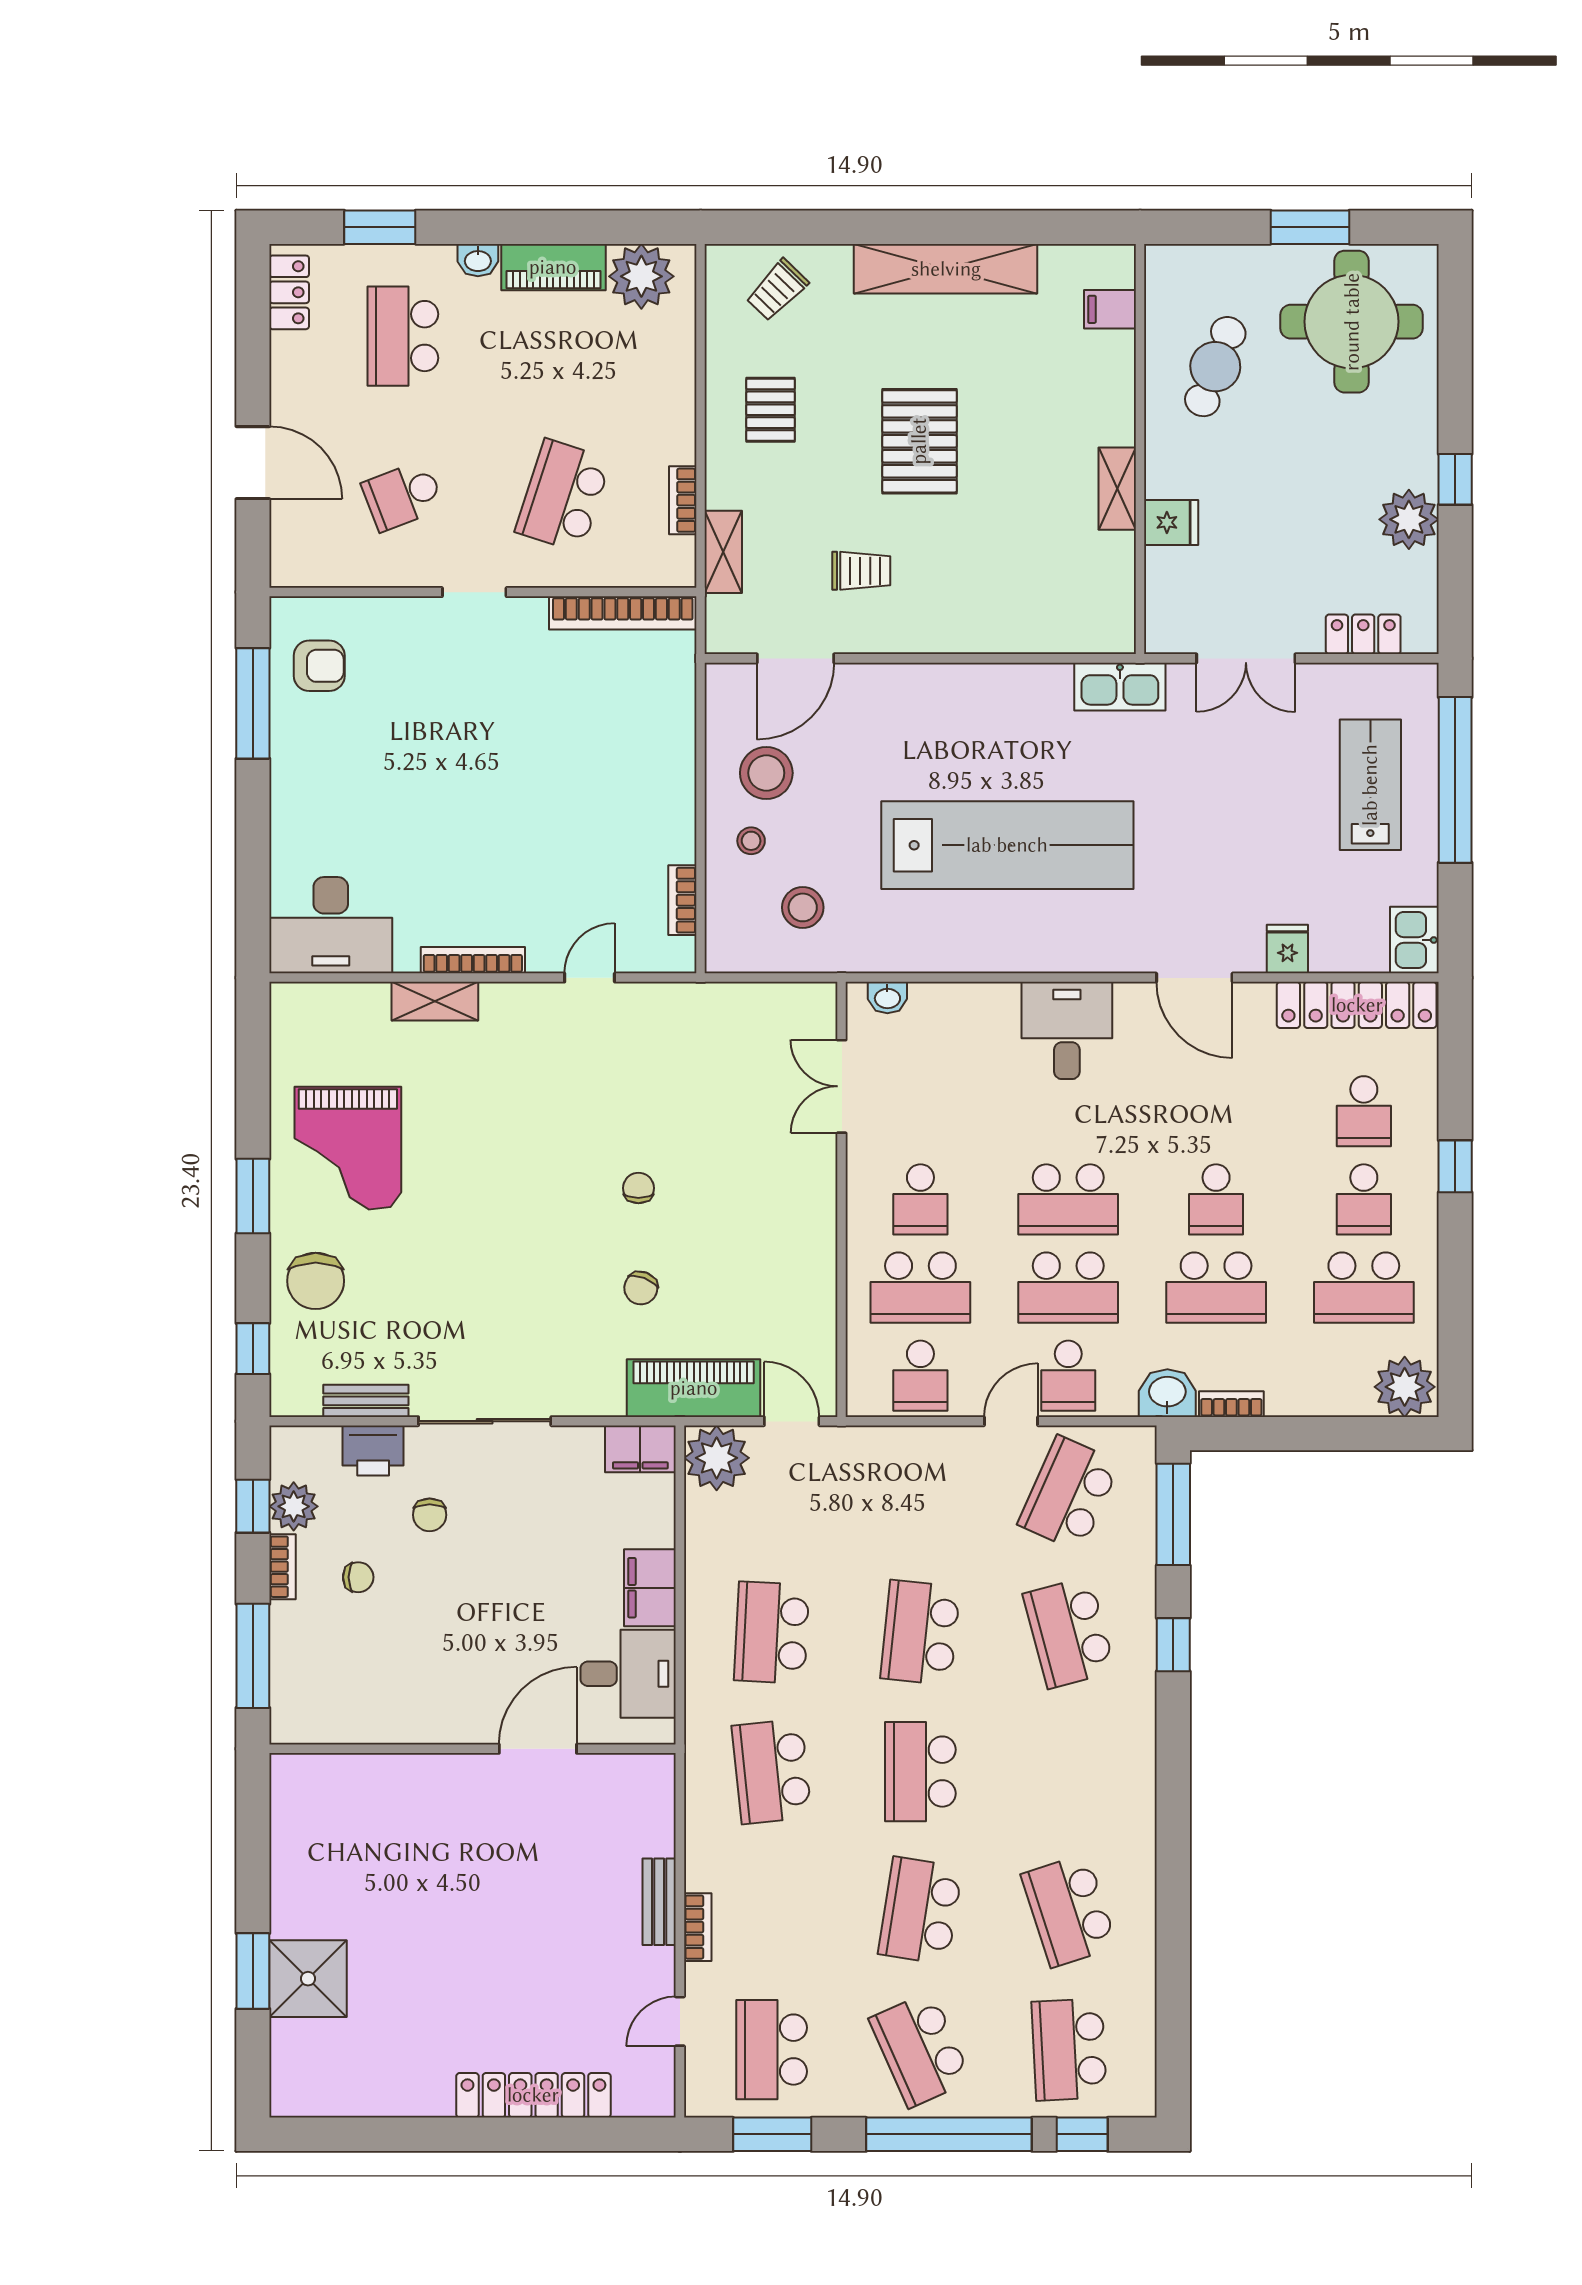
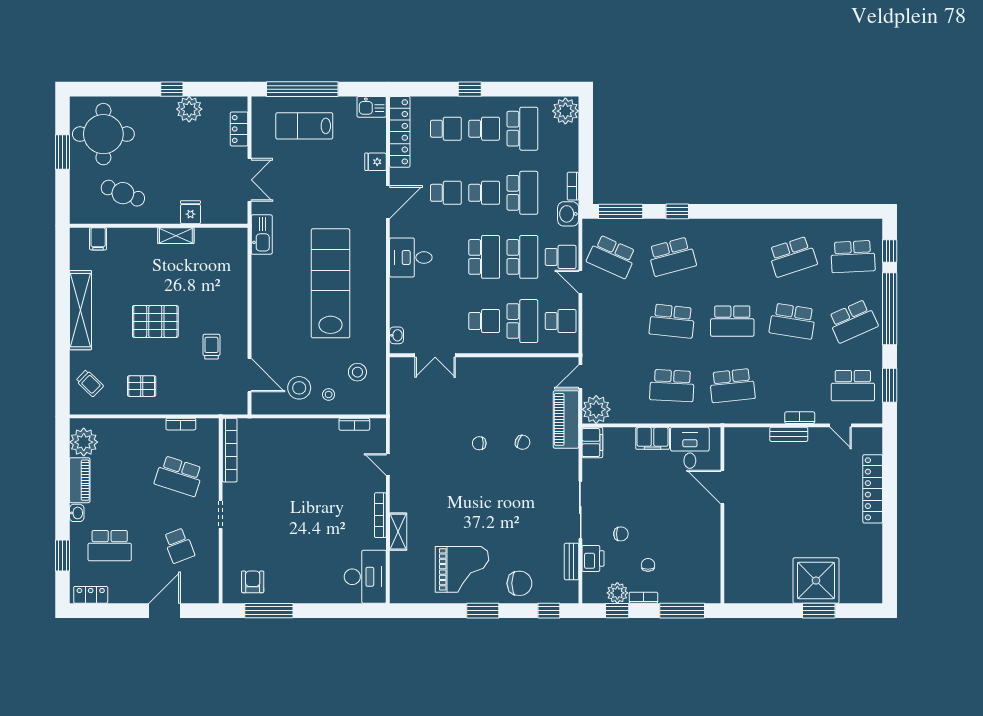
shelving: (723, 552) -> (203, 407), removed
school desk: (1216, 1111) -> (446, 193), added
shower: (308, 1979) -> (816, 581), width x1.37, depth x1.37

